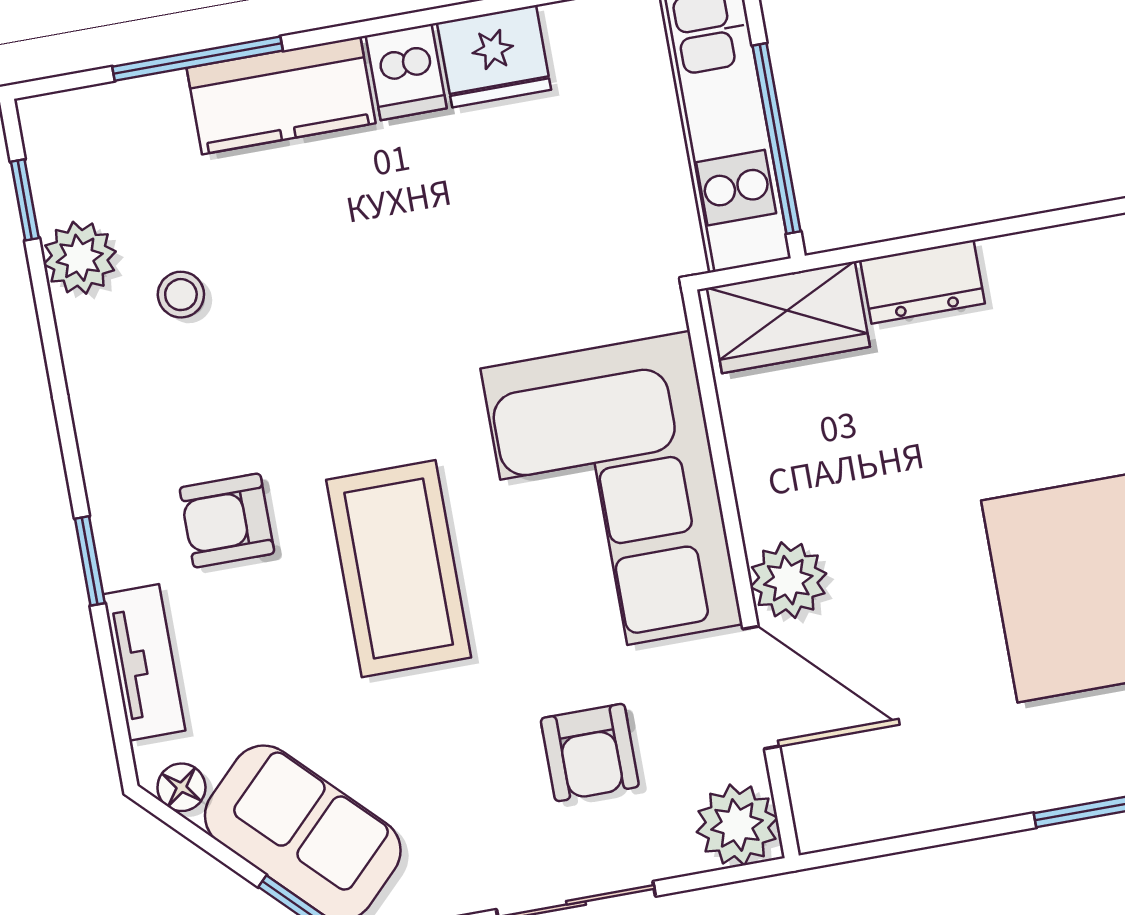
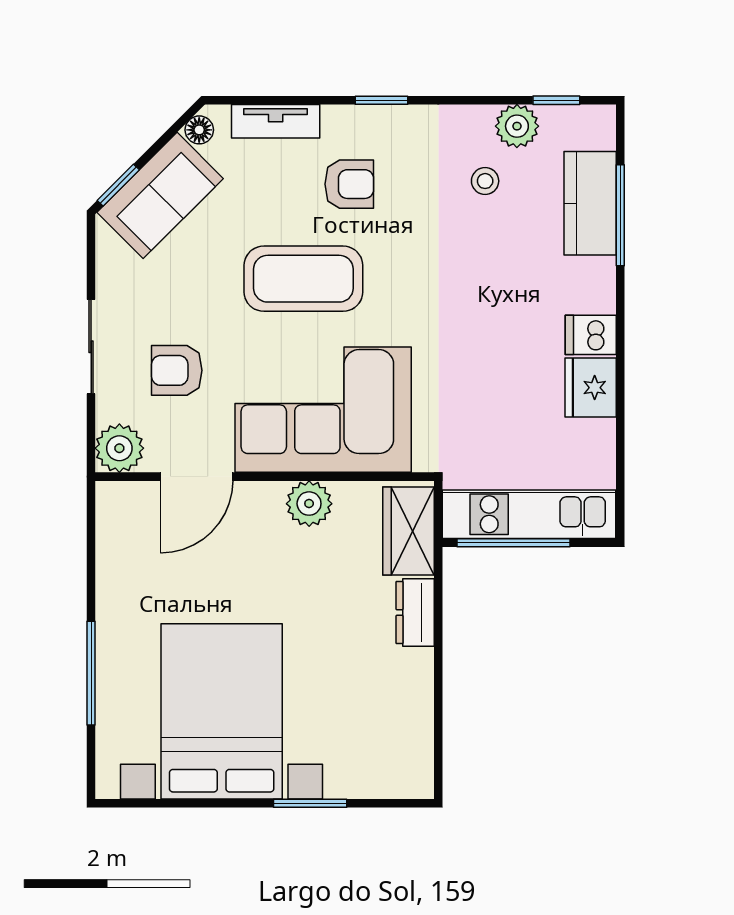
kitchen counter: (281, 96) -> (590, 203), moved
armchair: (227, 521) -> (349, 184), turned 90
window: (90, 561) -> (381, 100), moved
plant: (788, 580) -> (309, 504), moved

